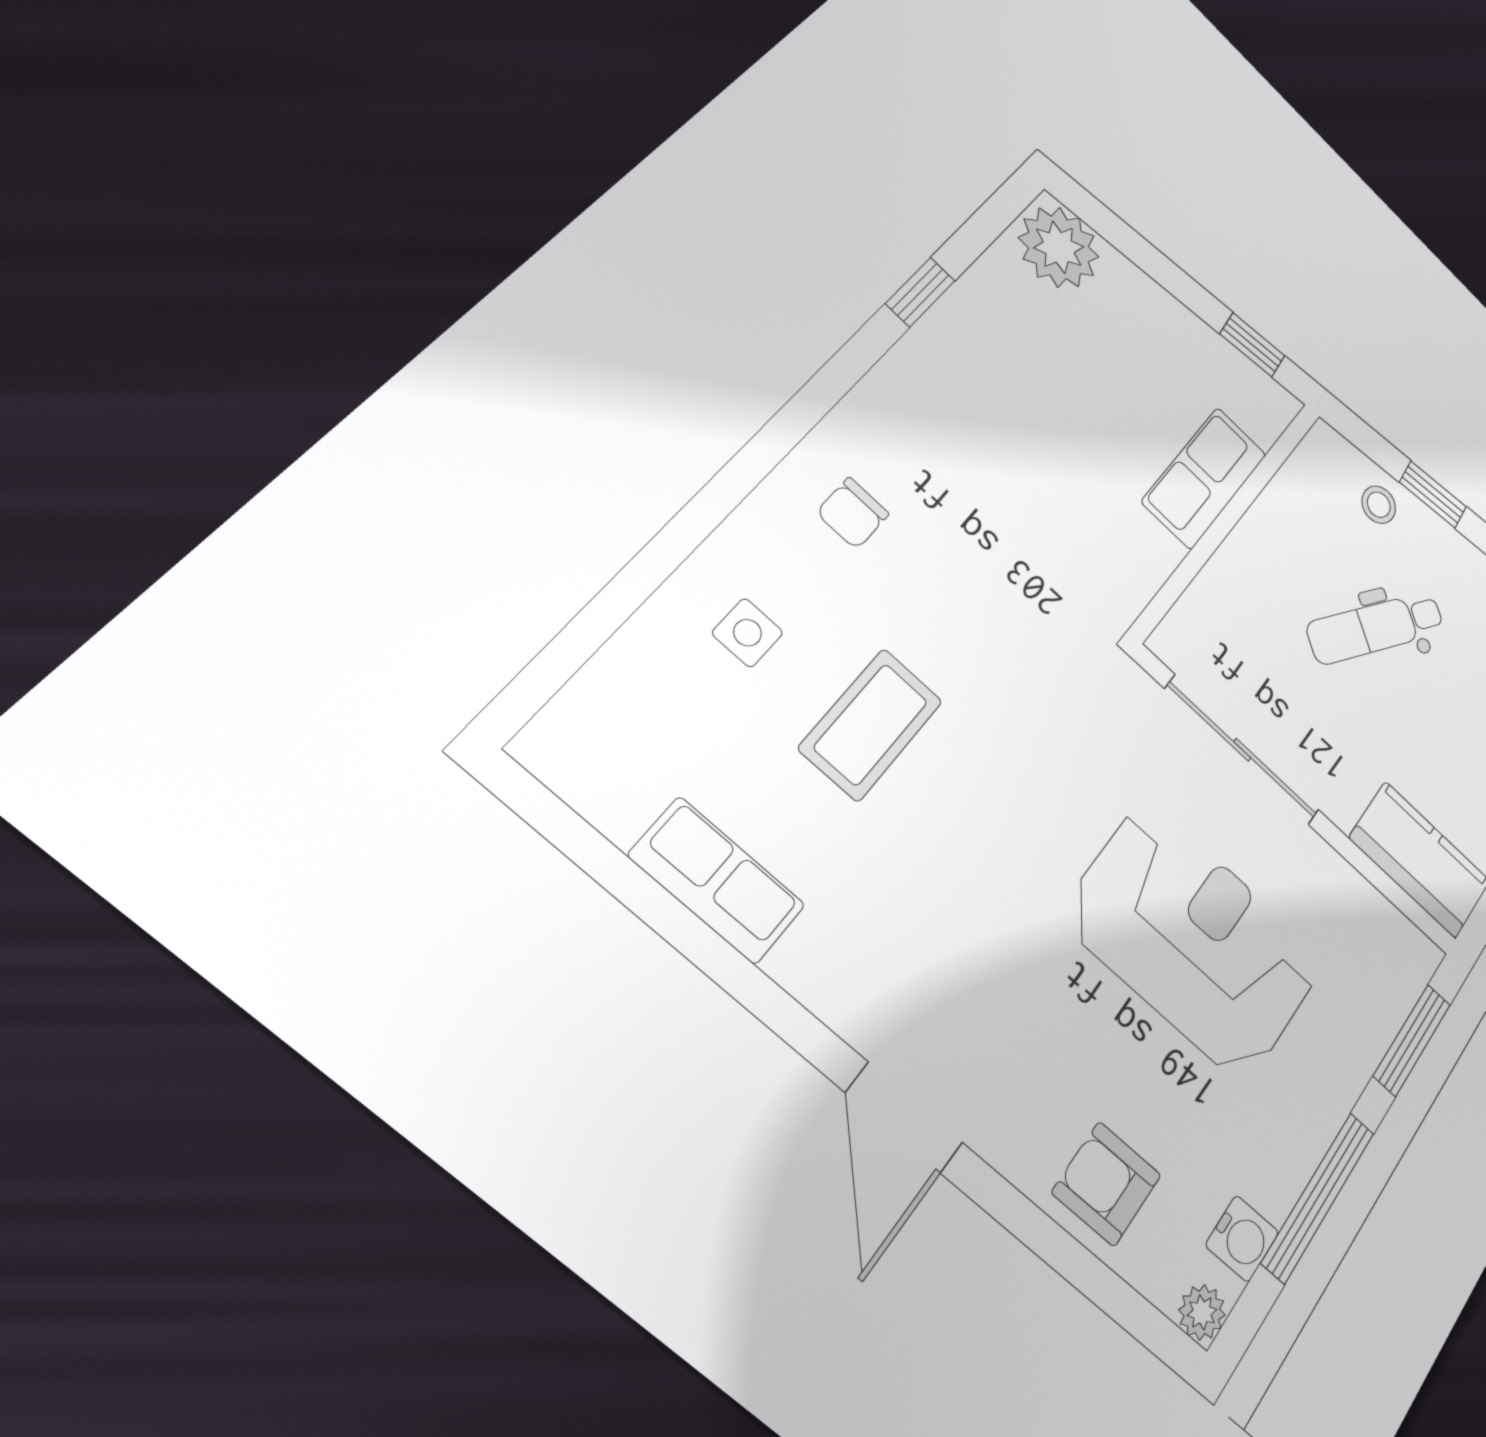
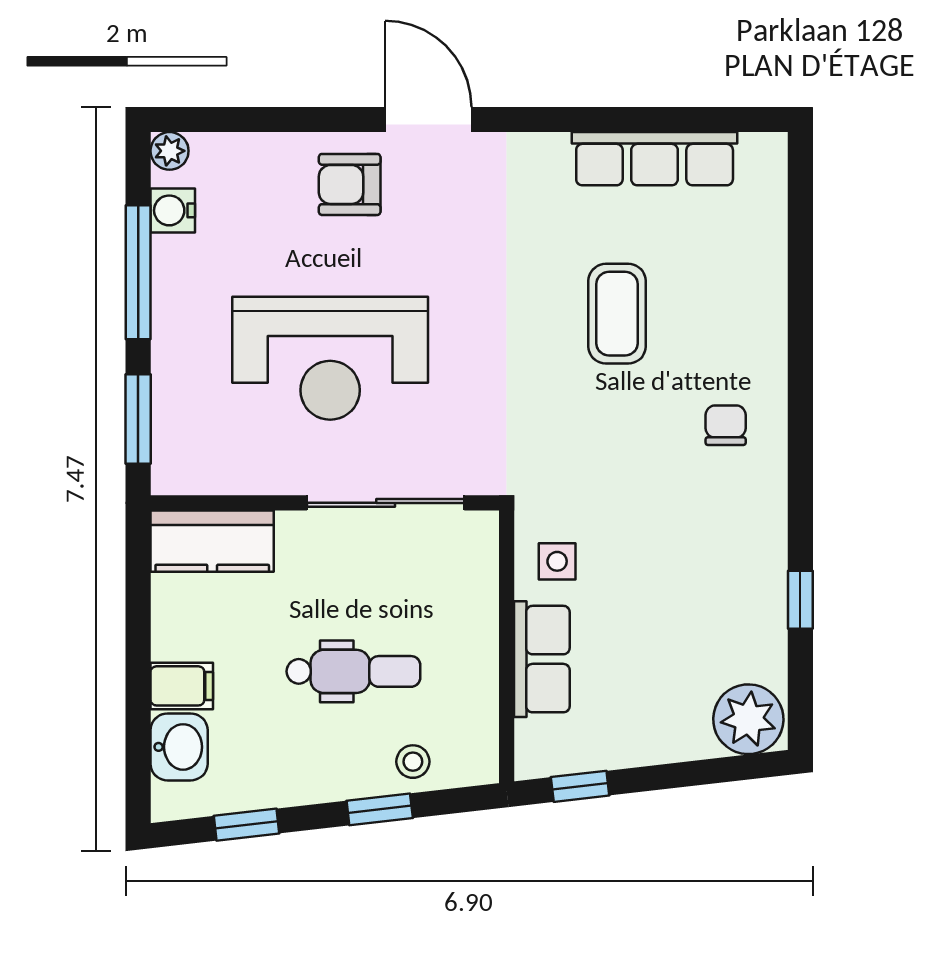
dental chair: (1376, 628) -> (353, 671), turned 57
side table: (748, 633) -> (557, 561), moved
row of seats: (717, 881) -> (655, 159), width x1.48
armchair: (1107, 1184) -> (350, 184), moved, turned 180

